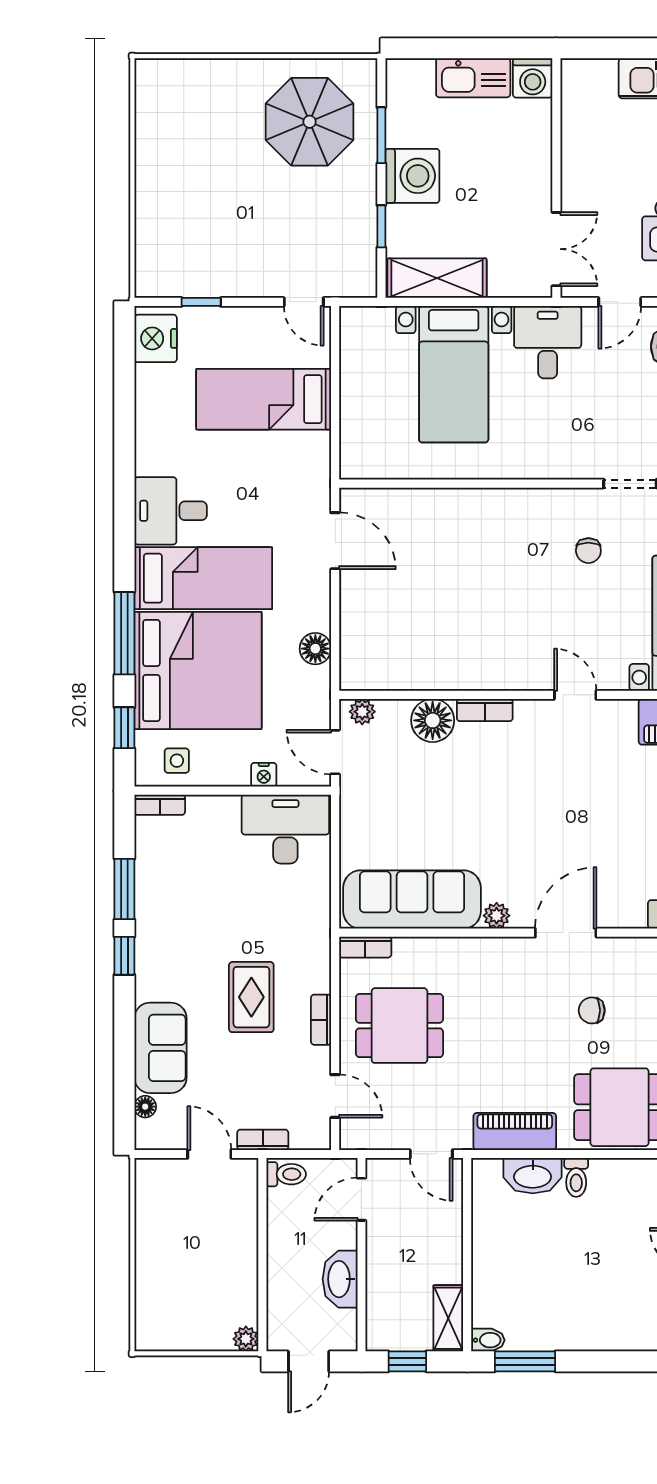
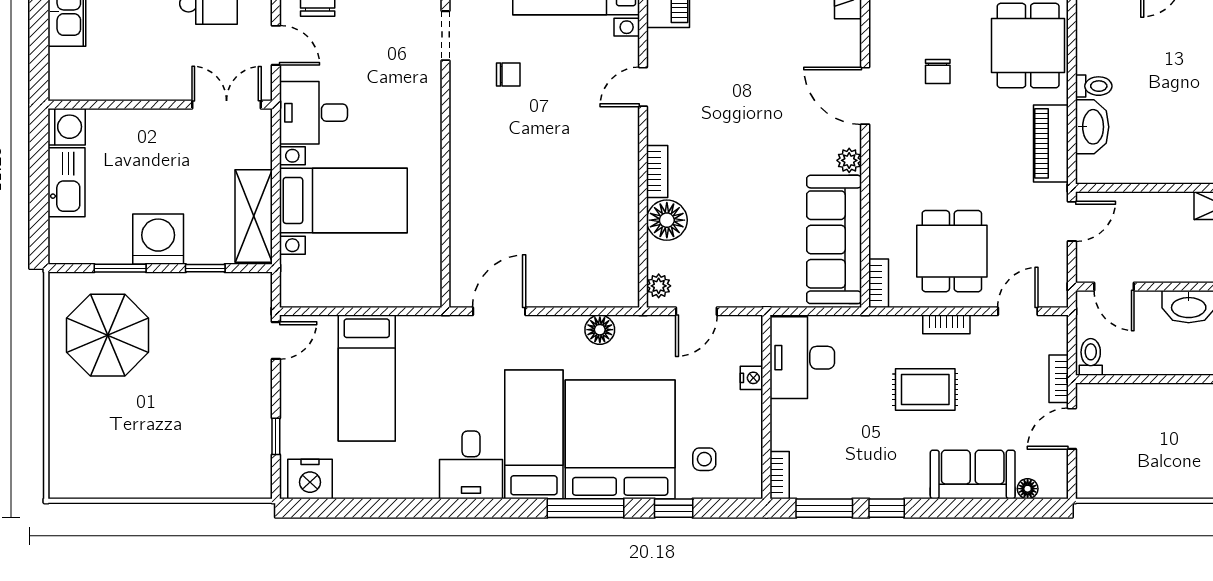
nightstand: (264, 775) -> (752, 378), moved
wall: (233, 791) -> (766, 407), moved
bookcase: (160, 805) -> (780, 475), moved
desk: (285, 829) -> (802, 358), moved

